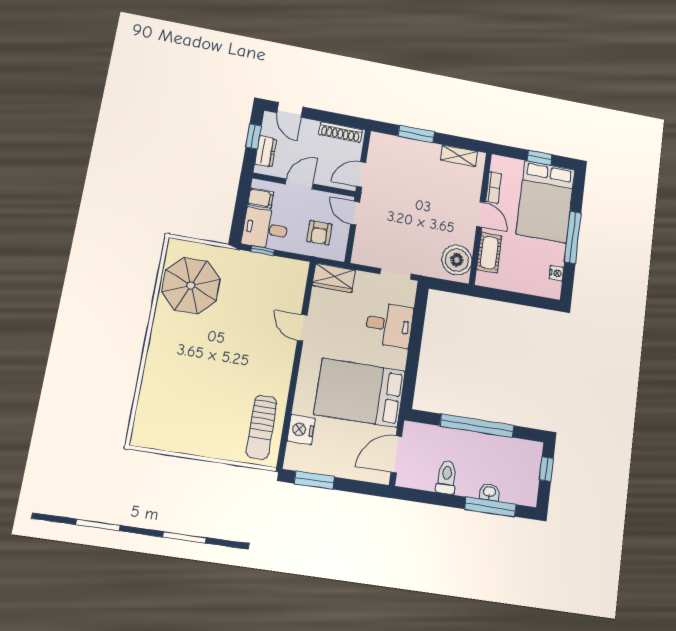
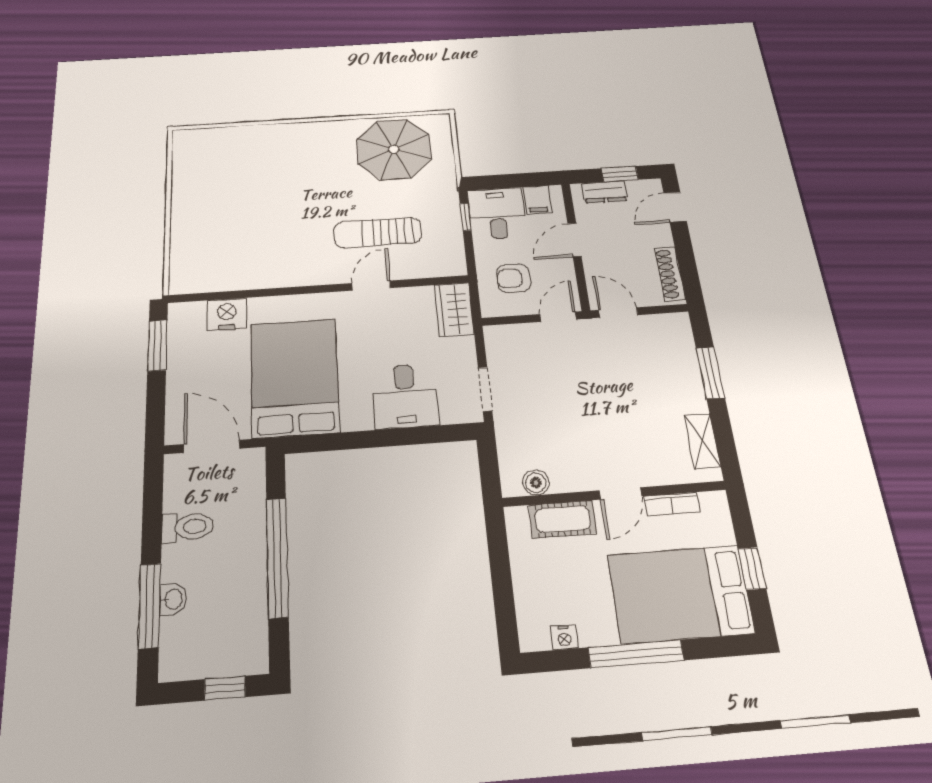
door: (299, 184) -> (574, 240), swing flipped
boiler: (457, 260) -> (536, 483), width x0.54, depth x0.54
sun lounger: (261, 427) -> (378, 233), moved

